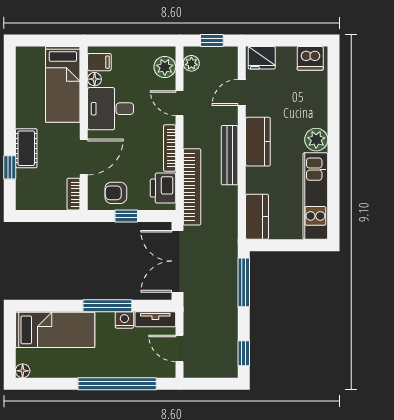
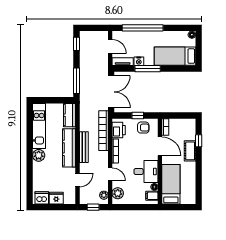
fridge: (262, 58) -> (56, 198), moved
kitchen counter: (258, 142) -> (69, 148), width x1.50
door: (84, 157) -> (160, 146), swing flipped

